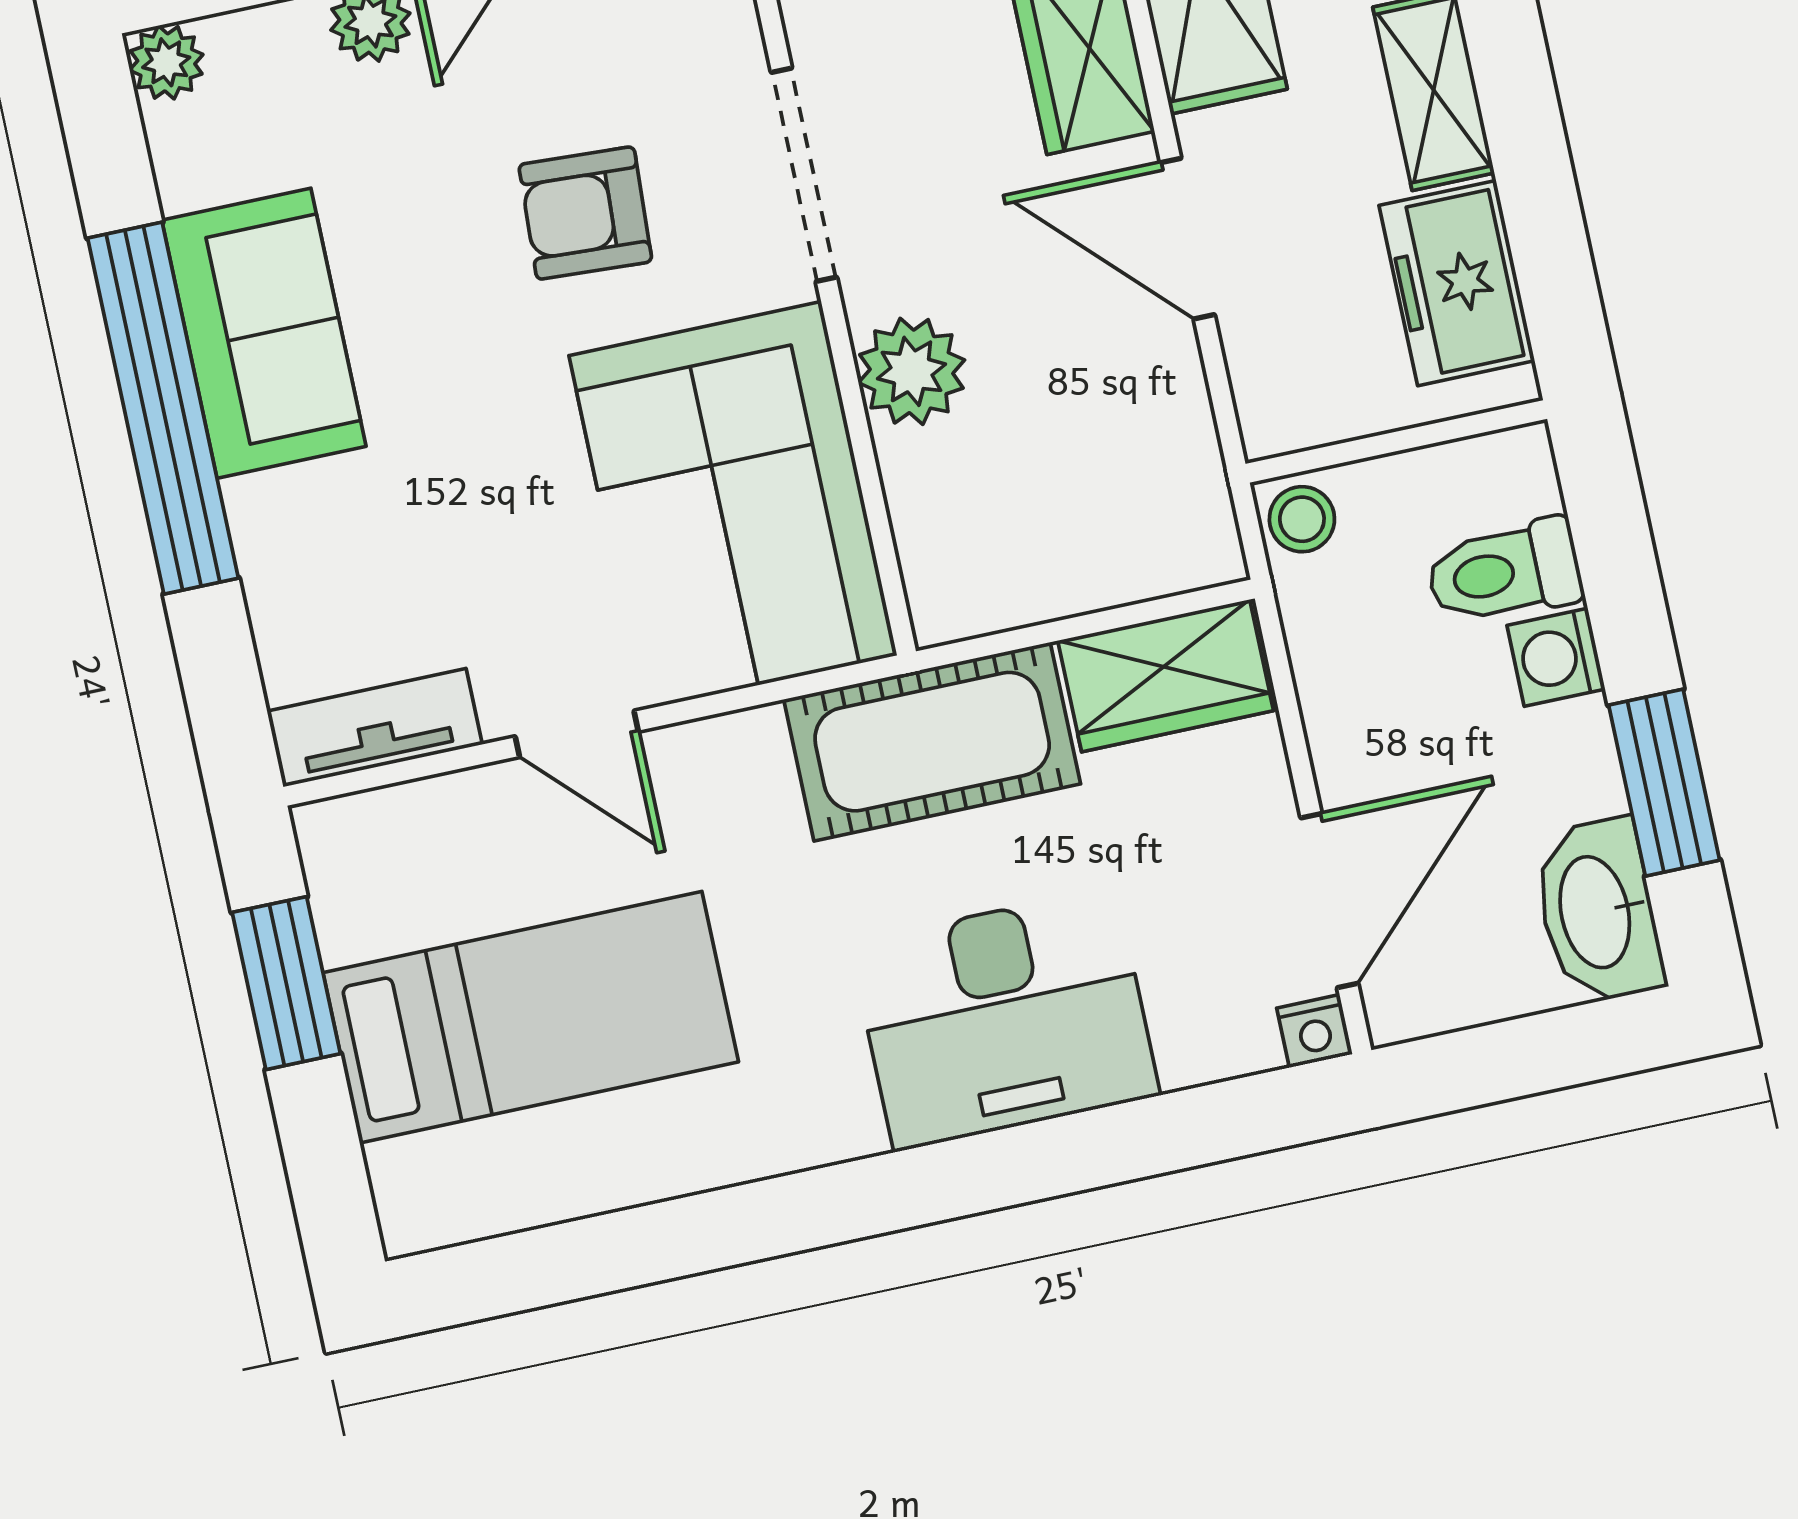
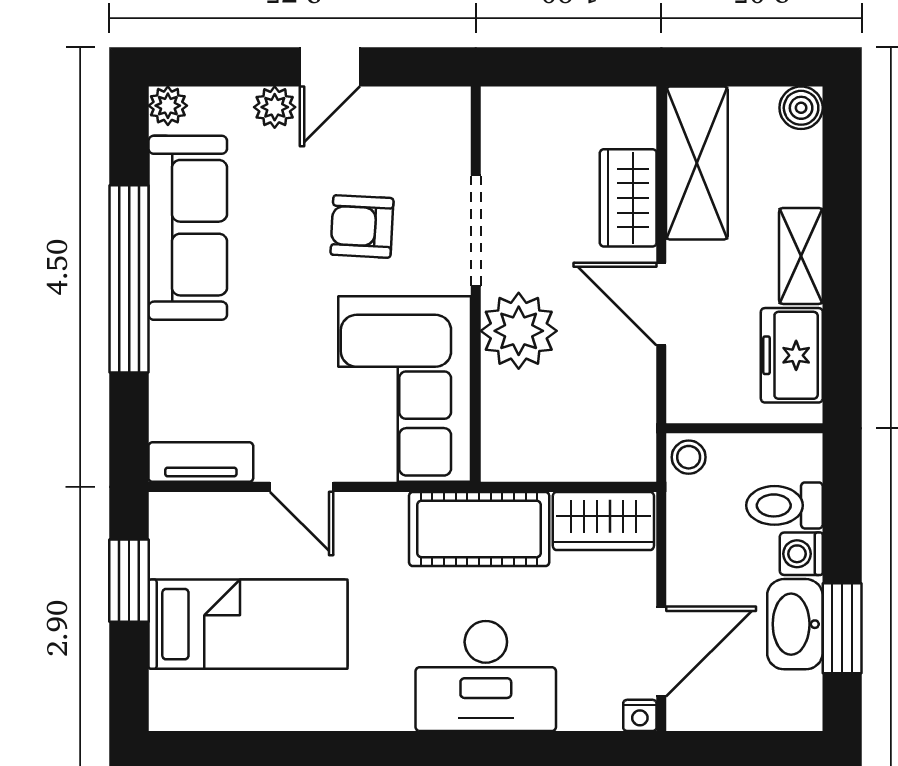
sofa: (264, 333) -> (188, 228), width x1.36
plant: (911, 371) -> (519, 331), width x1.36, depth x1.36
washbasin: (1598, 912) -> (795, 624), moved

